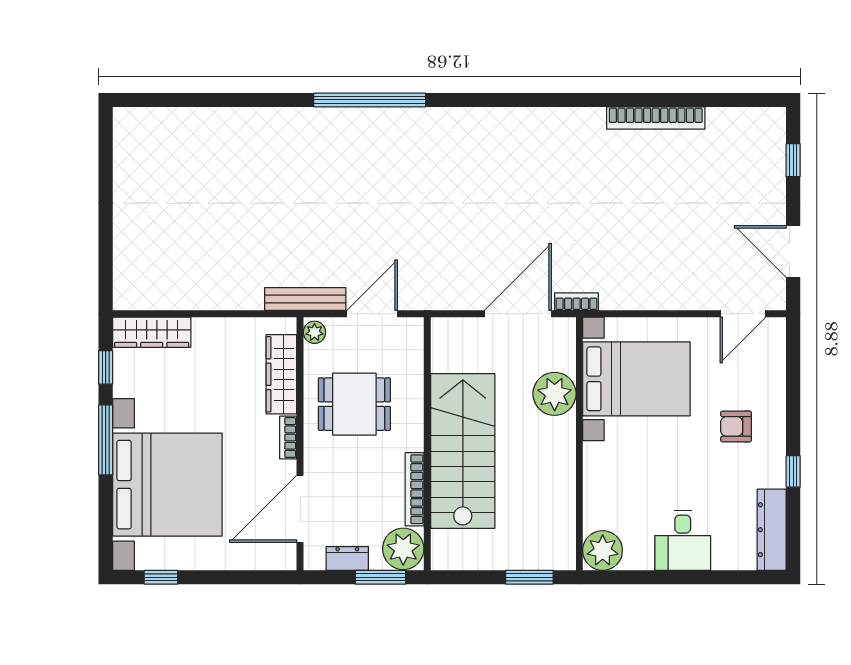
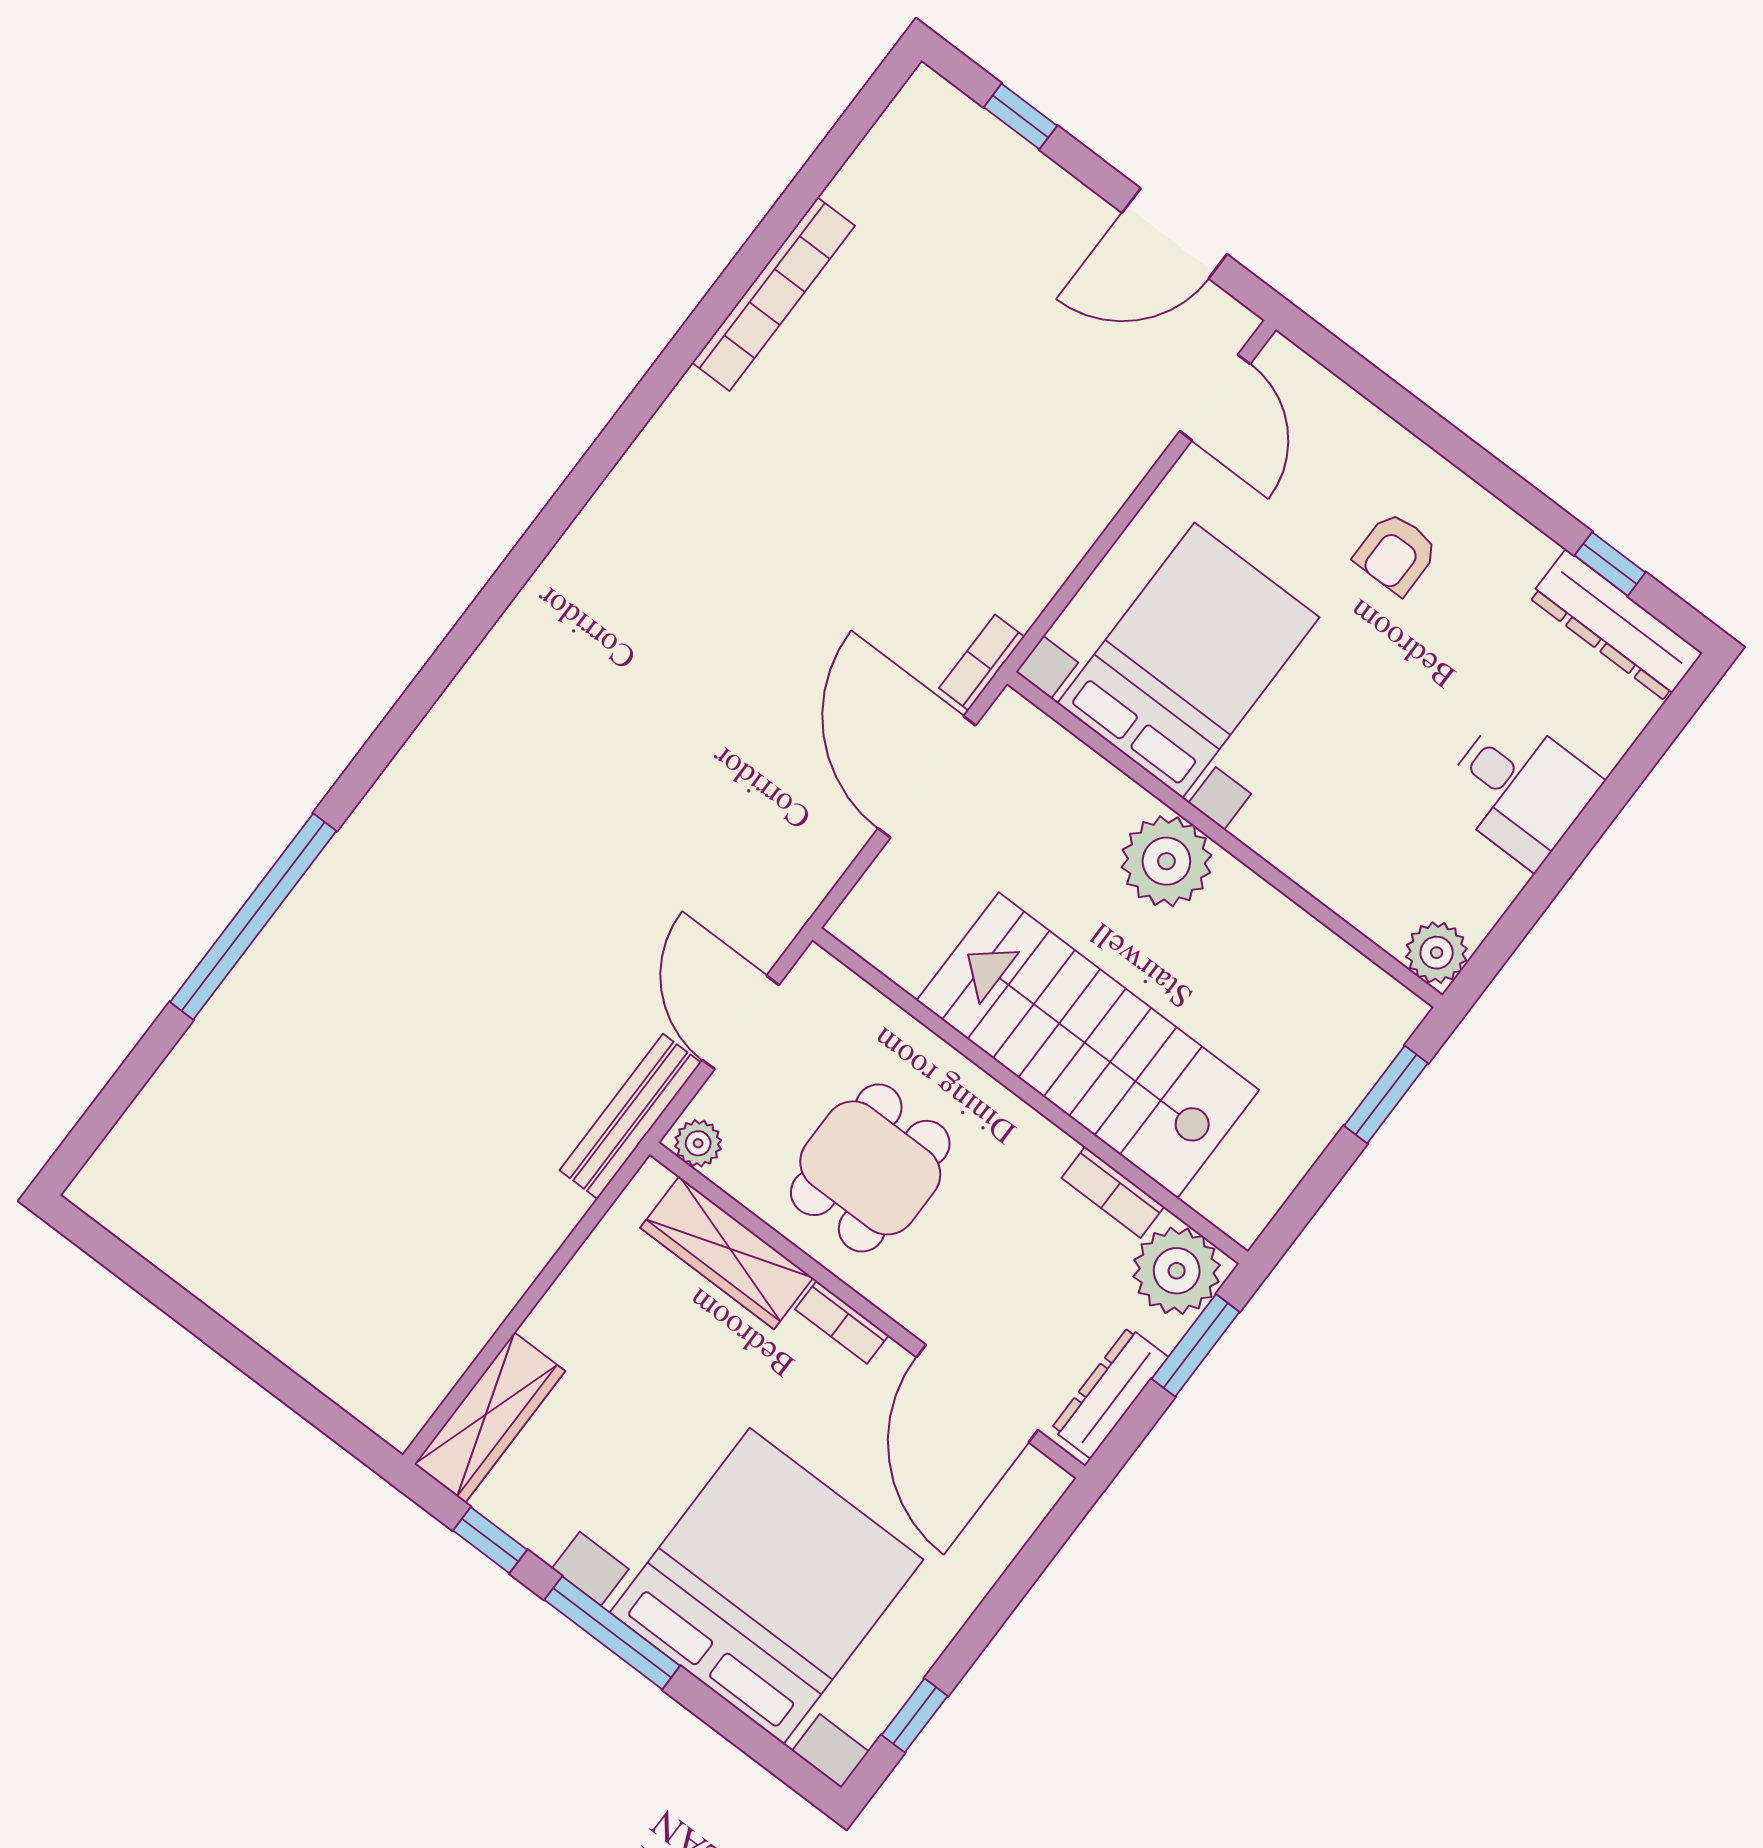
window: (370, 100) -> (253, 916), moved
plant: (555, 394) -> (1166, 861), moved
window: (793, 471) -> (1610, 564), moved
bookcase: (415, 489) -> (1113, 1192), width x0.64
plant: (603, 550) -> (1437, 953), width x0.73, depth x0.73
dresser: (347, 558) -> (1110, 1393), width x1.44

